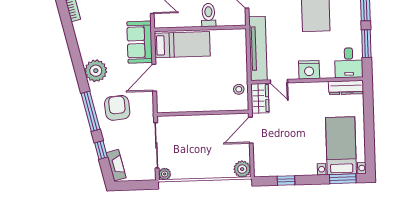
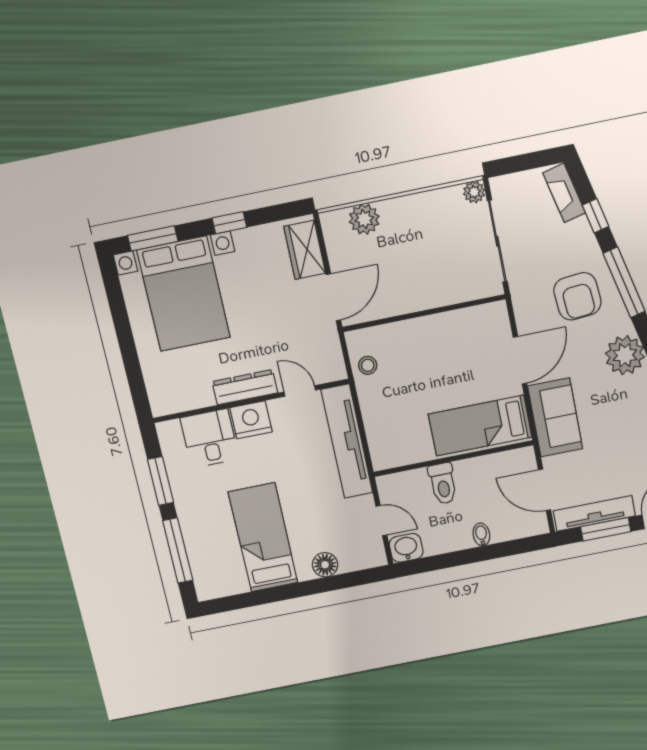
desk: (349, 63) -> (210, 438), moved
dresser: (346, 88) -> (245, 387), moved
wardrobe: (260, 98) -> (305, 250), moved
bed with nightstands: (341, 146) -> (184, 294), width x1.36
plant: (242, 169) -> (364, 219), moved
window: (286, 181) -> (229, 223), moved

